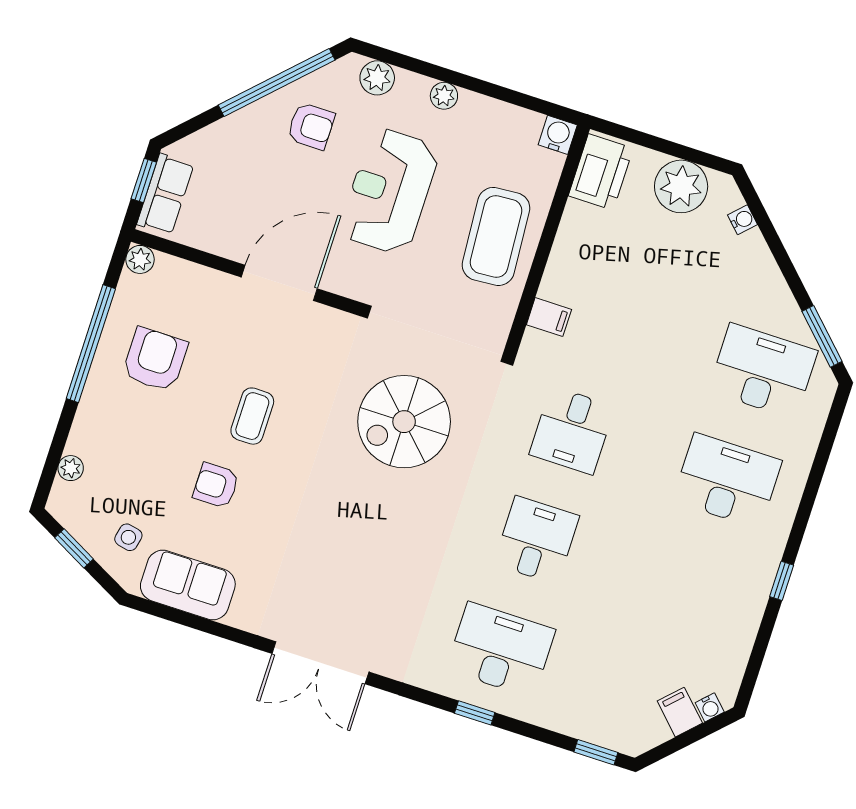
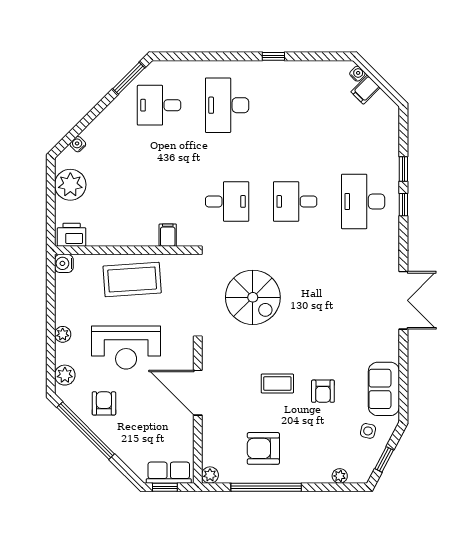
printer: (601, 172) -> (72, 235), width x0.73, depth x0.84
desk: (763, 371) -> (159, 105), width x0.73
window: (596, 752) -> (403, 169), moved

